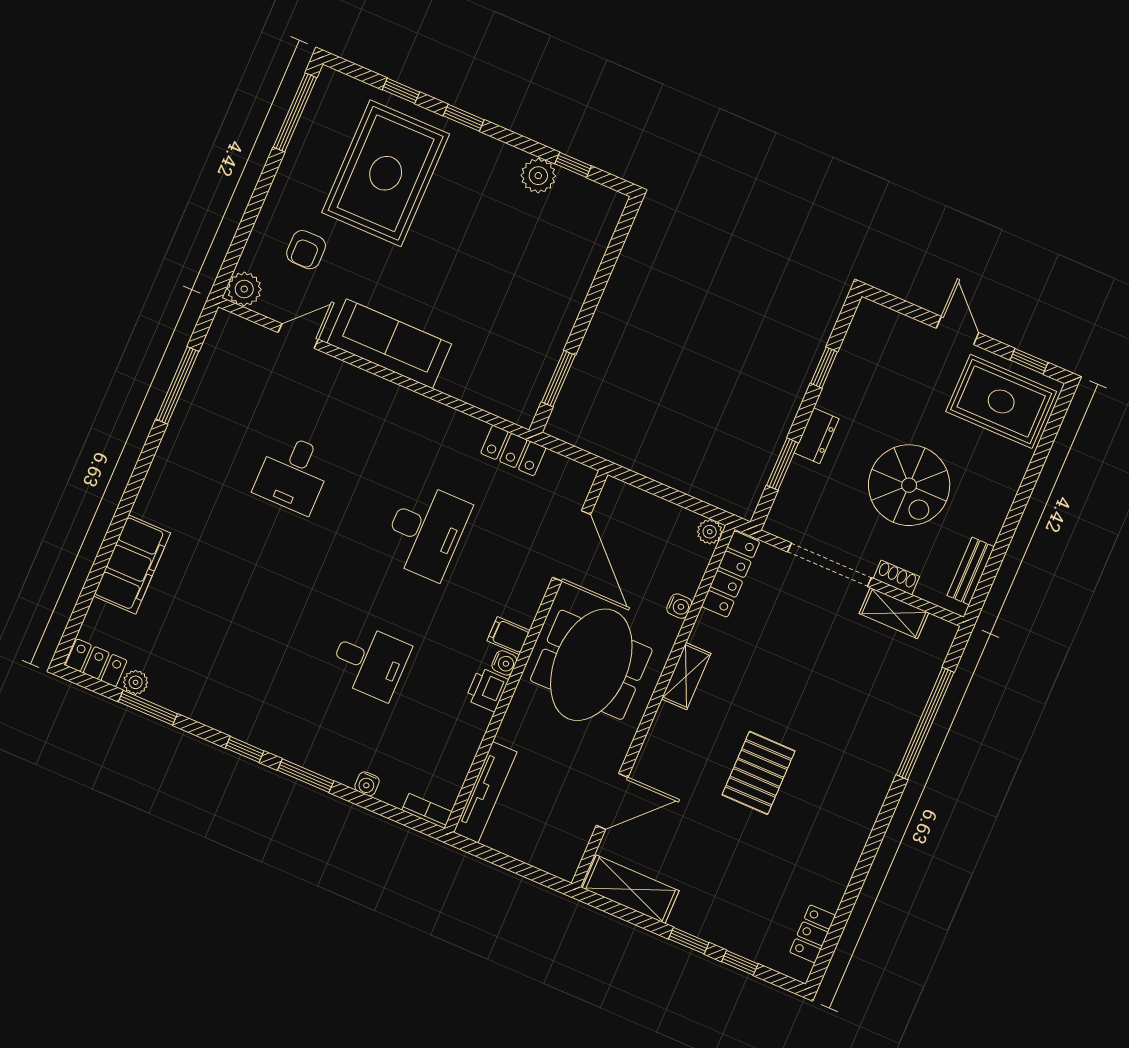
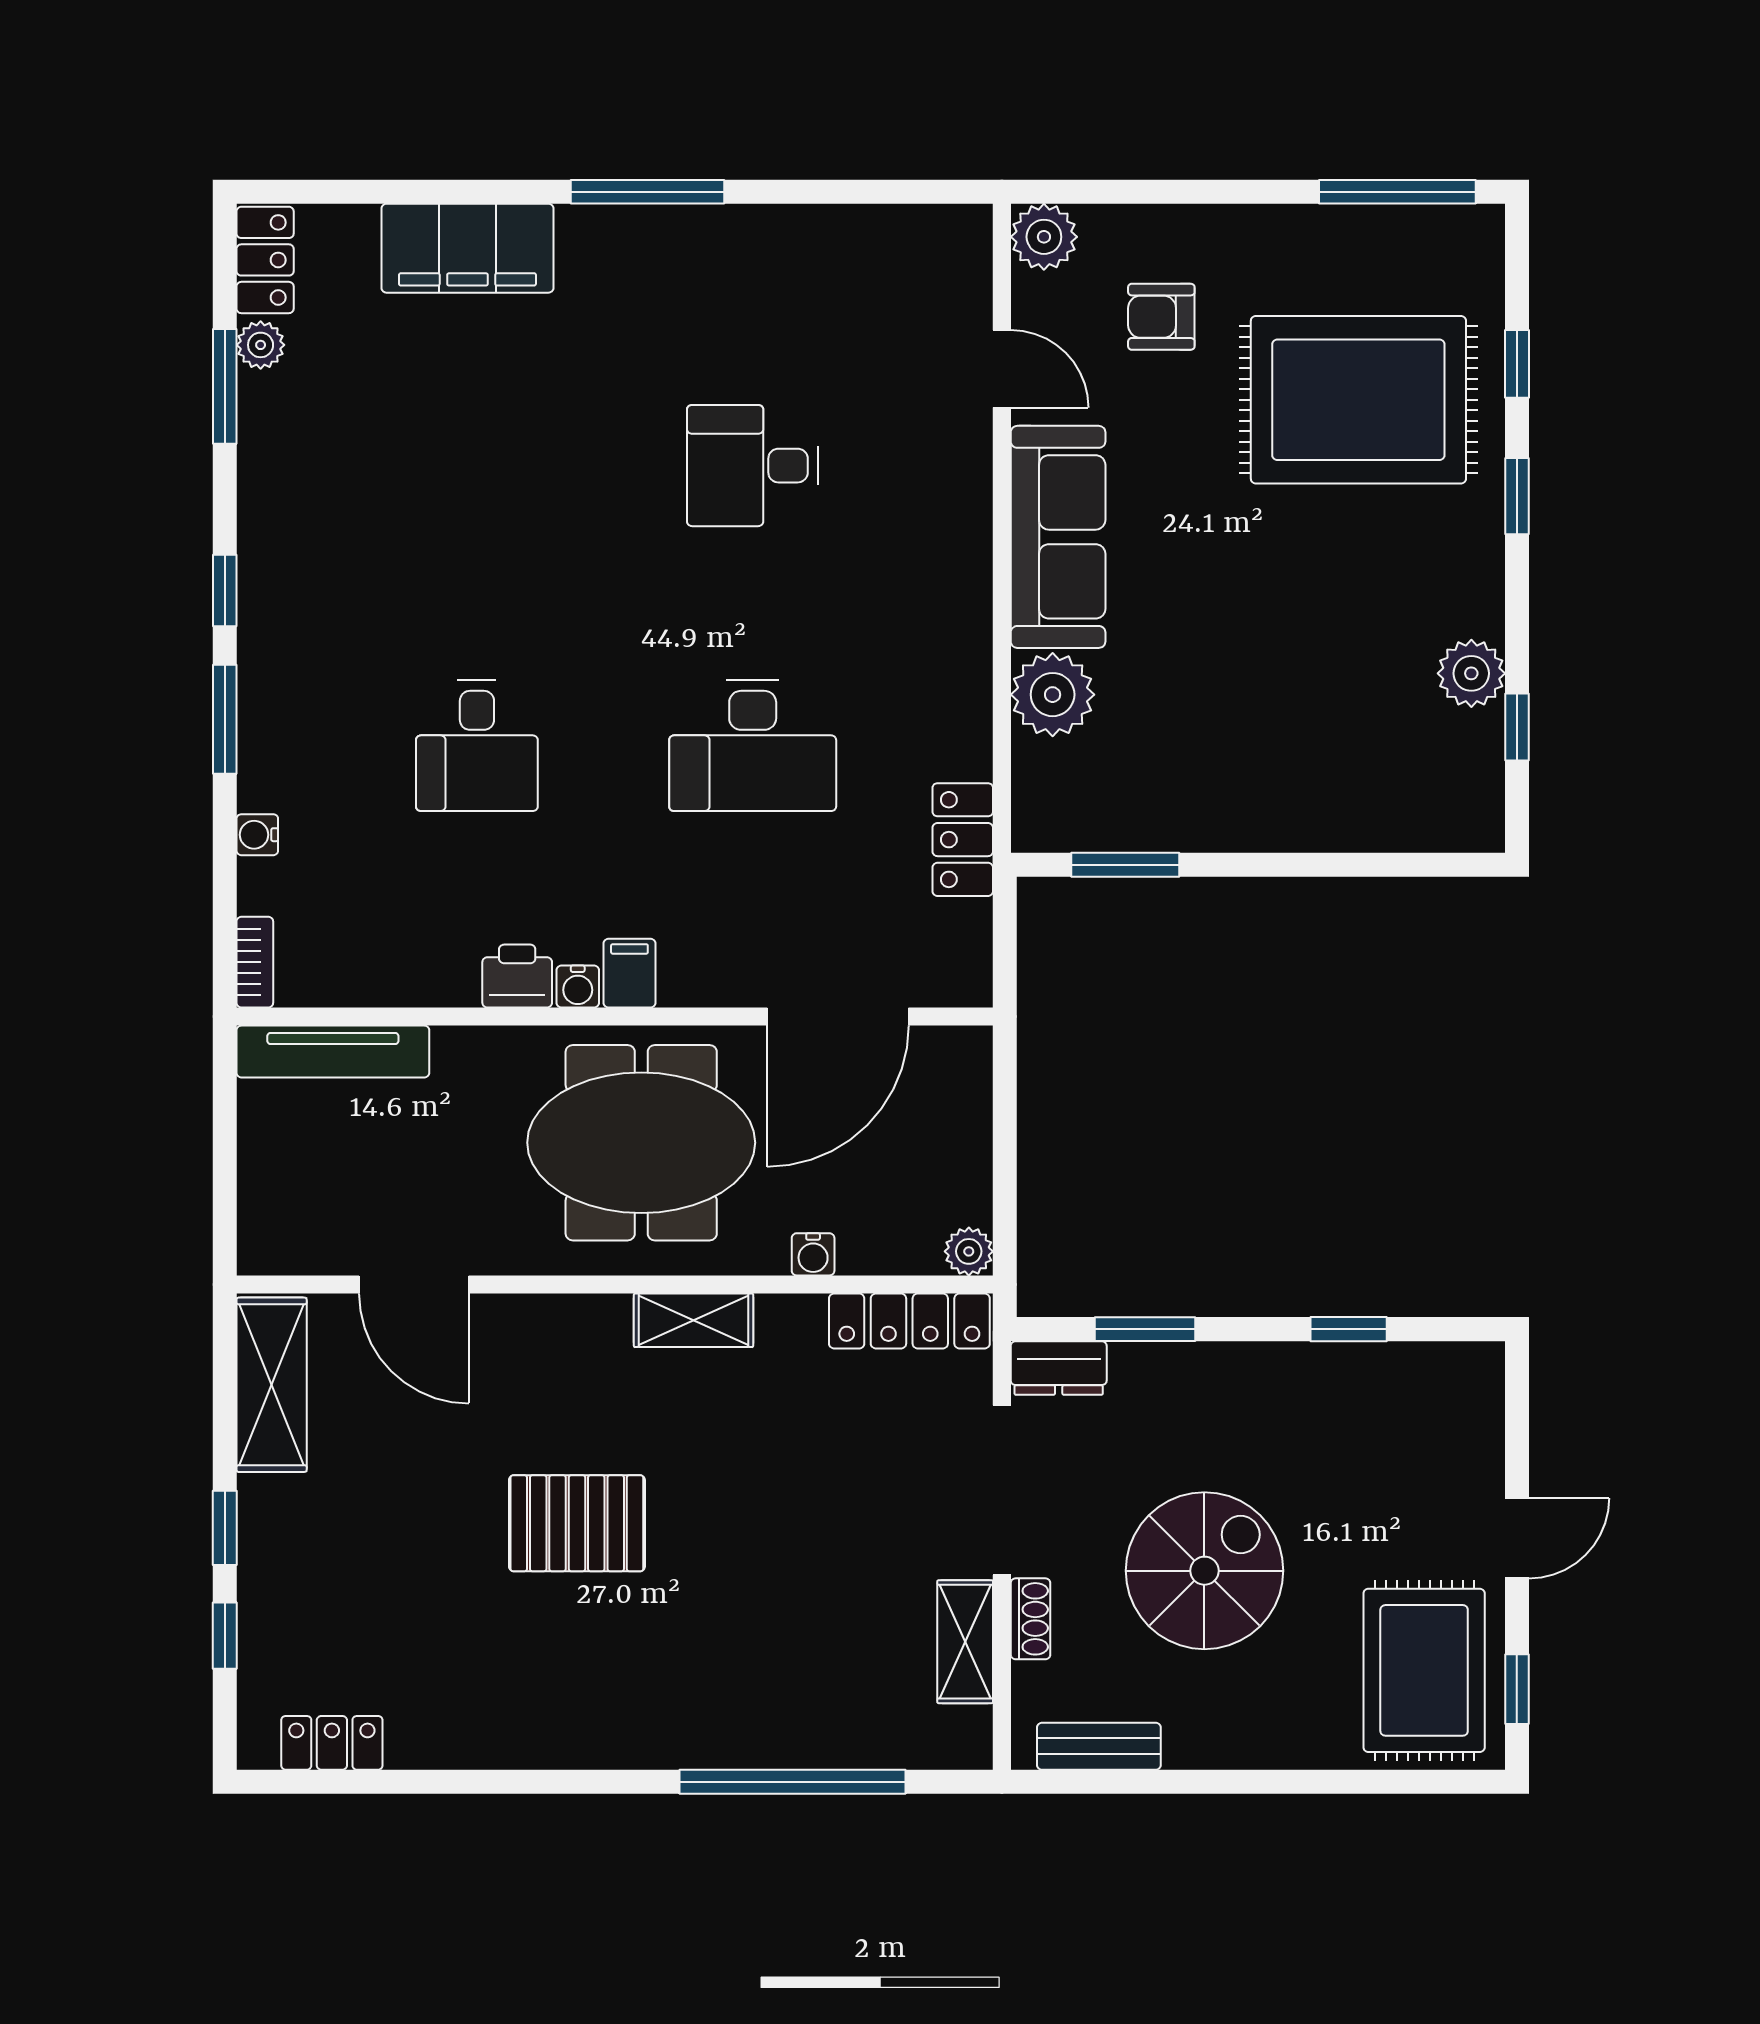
plant: (463, 378) -> (1053, 695), added
window: (177, 385) -> (648, 192), moved
dresser: (817, 436) -> (1059, 1368), moved
spiral stairs: (909, 485) -> (1204, 1571), turned 180

